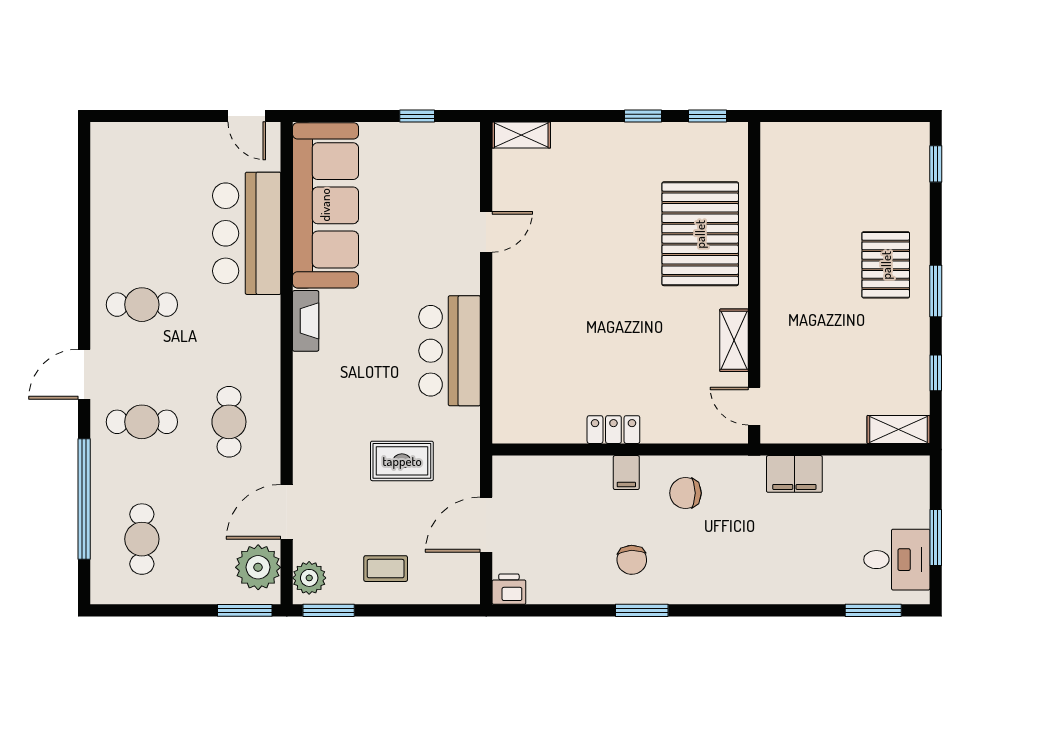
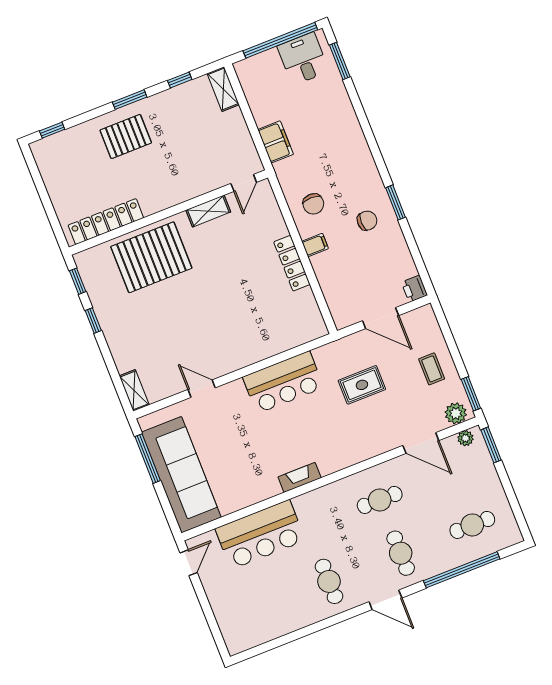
window: (417, 116) -> (148, 459), width x2.17
locker: (776, 189) -> (106, 222), added
sofa: (325, 205) -> (181, 475), moved, turned 90
locker: (613, 430) -> (292, 263), width x1.53
rug: (402, 461) -> (362, 385), turned 90
window: (936, 538) -> (280, 40), width x2.11
plant: (258, 567) -> (465, 438), width x0.53, depth x0.53

